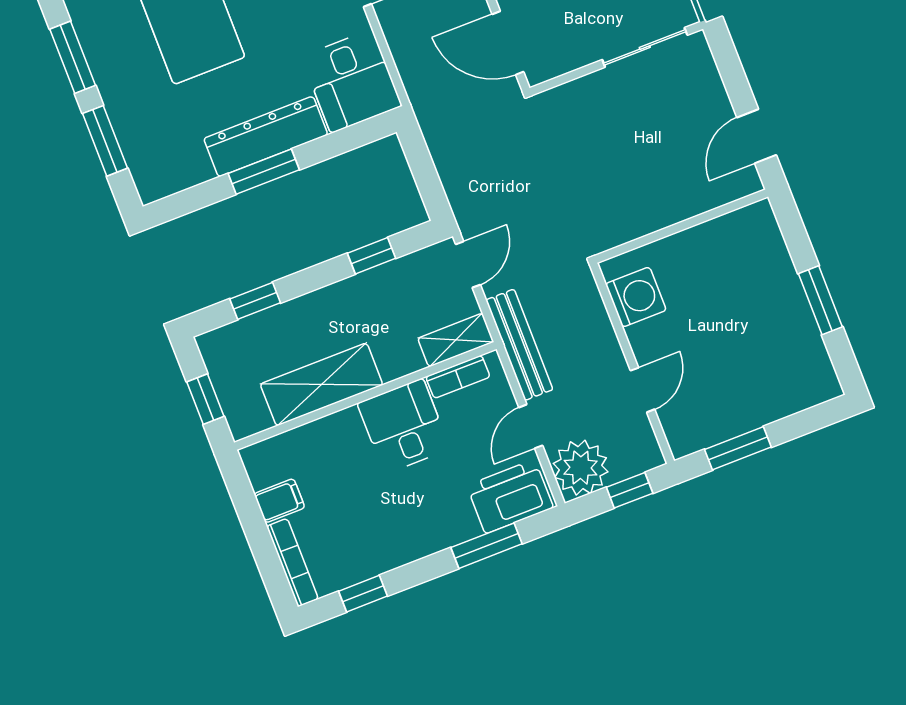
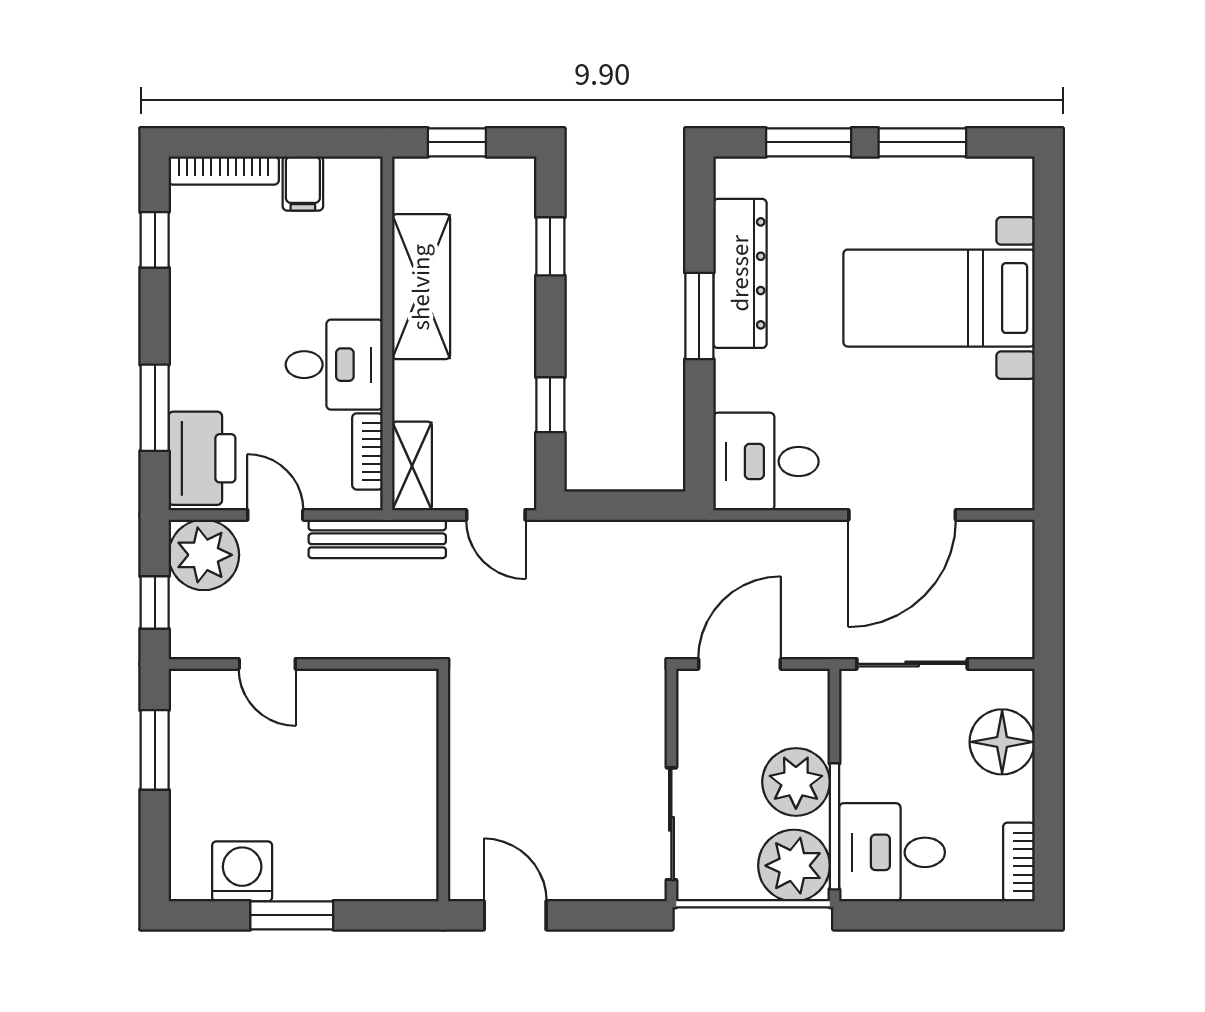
dresser: (266, 137) -> (740, 273), moved
washing machine: (636, 297) -> (242, 871), moved, turned 180

